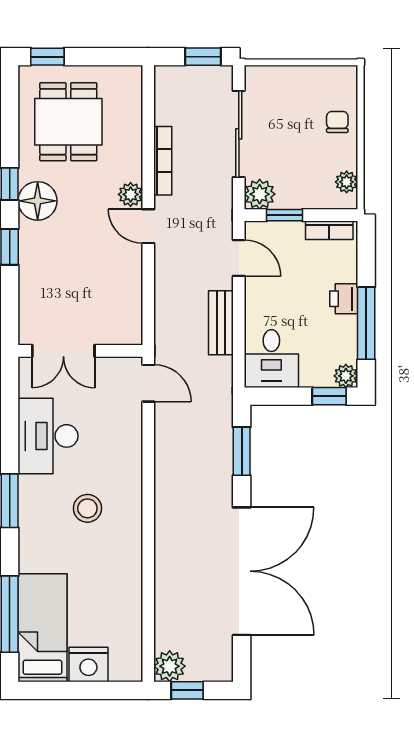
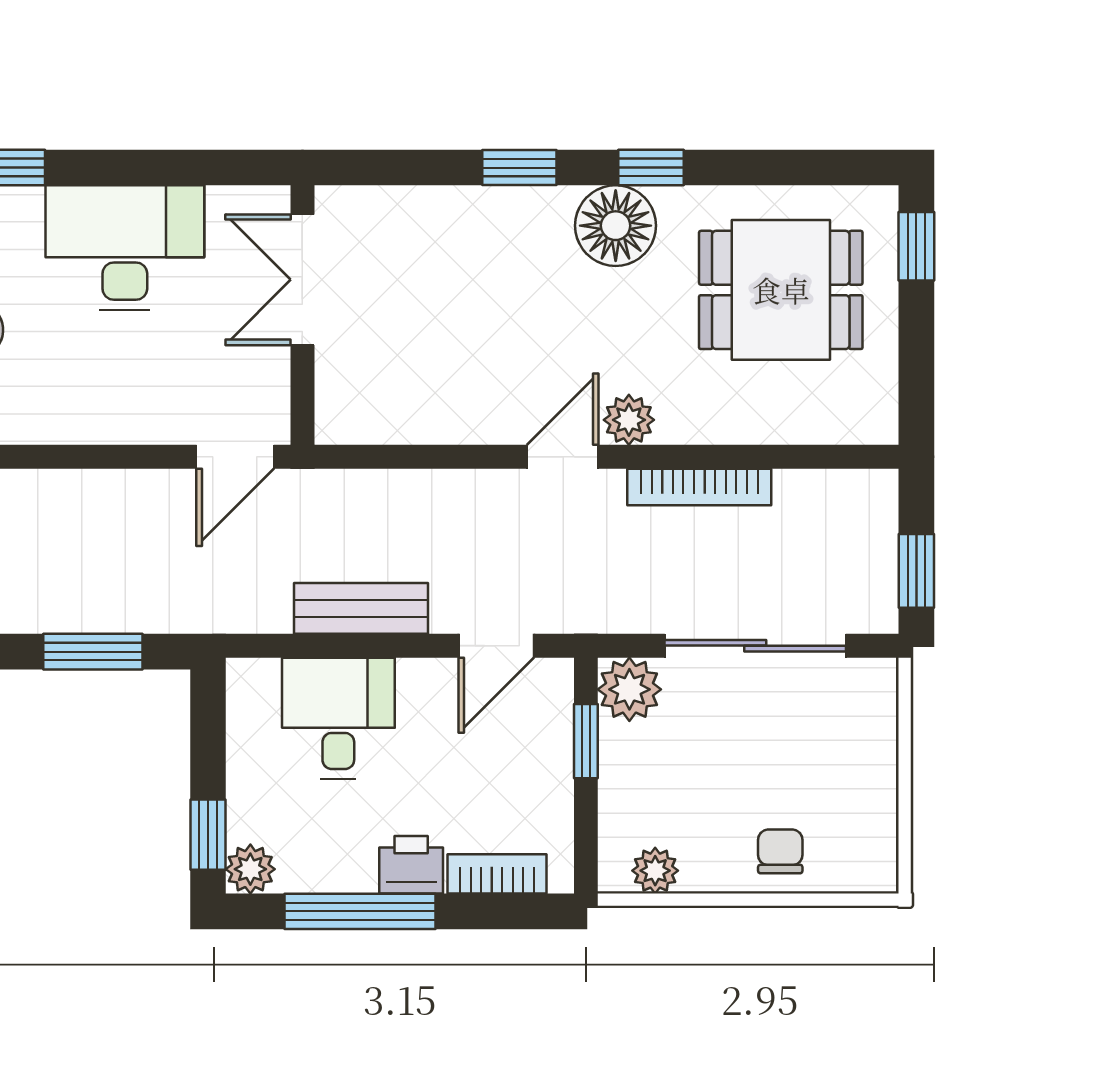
chair: (337, 122) -> (780, 851), turned -90
bookcase: (329, 230) -> (497, 874), moved, turned 90
desk: (271, 359) -> (338, 718), moved, turned 90

